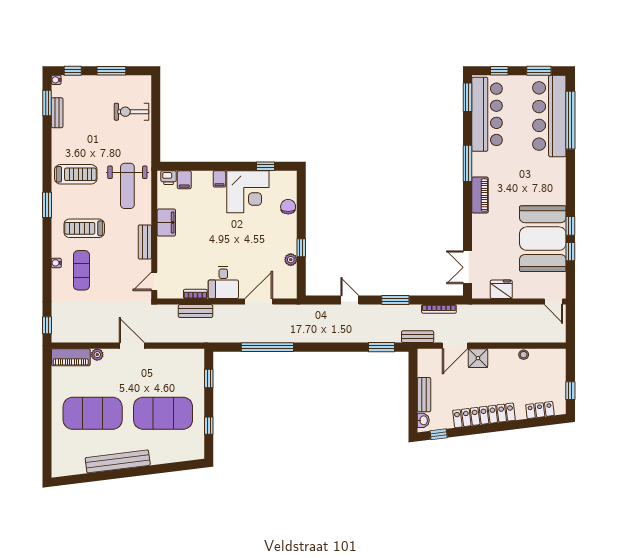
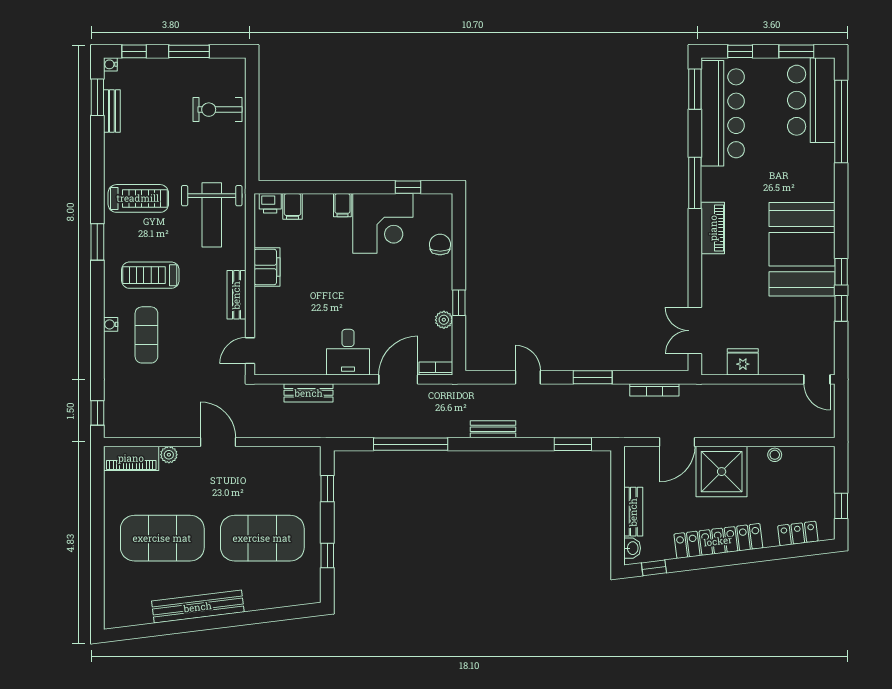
bar counter: (549, 116) -> (811, 100), width x0.73
booth: (543, 239) -> (802, 249), moved
bookcase: (195, 294) -> (436, 368), moved
bench: (418, 337) -> (493, 429), moved
shower: (478, 358) -> (722, 472), width x1.86, depth x1.86

